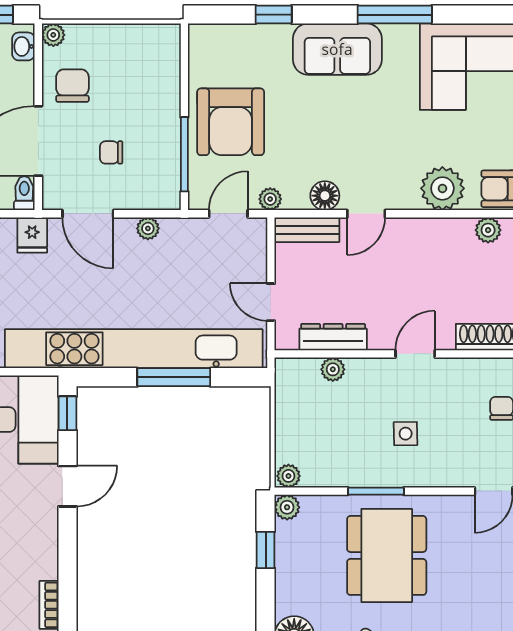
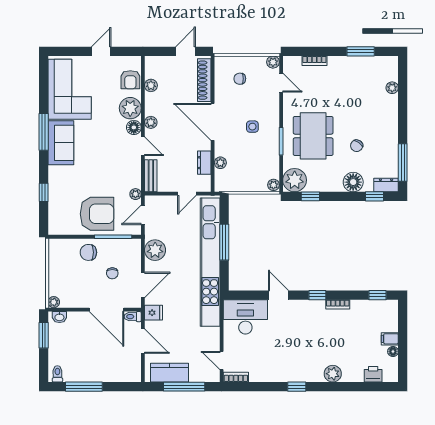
sofa: (337, 49) -> (61, 143), moved
chair: (72, 86) -> (88, 252), moved
floor lamp: (325, 196) -> (134, 127), moved
door: (228, 214) -> (143, 215), hinge flipped
plant: (148, 228) -> (155, 250), width x1.88, depth x1.88
plant: (414, 230) -> (151, 122), added
dresser: (333, 337) -> (204, 163), width x0.70
door: (415, 354) -> (213, 122), width x1.87
window: (67, 413) -> (317, 295), moved
plant: (287, 507) -> (295, 180), width x1.87, depth x1.87
dining table: (387, 555) -> (313, 136), turned 90

